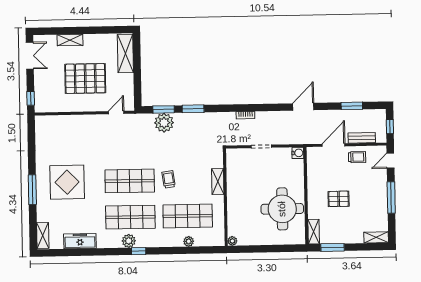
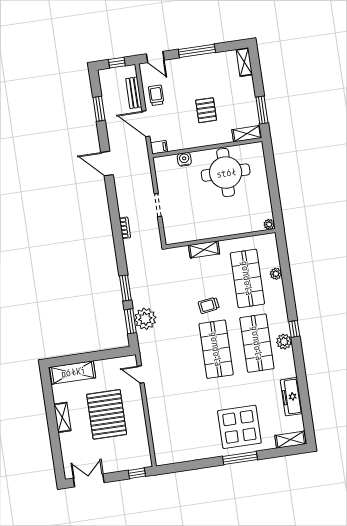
shelving: (70, 40) -> (62, 417), moved
water cooler: (298, 153) -> (184, 159), moved
filing cabinet: (312, 154) -> (159, 147), added
display table: (67, 182) -> (239, 427), moved

